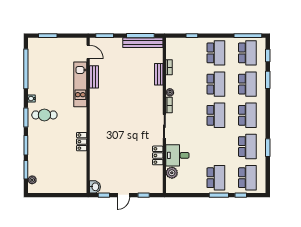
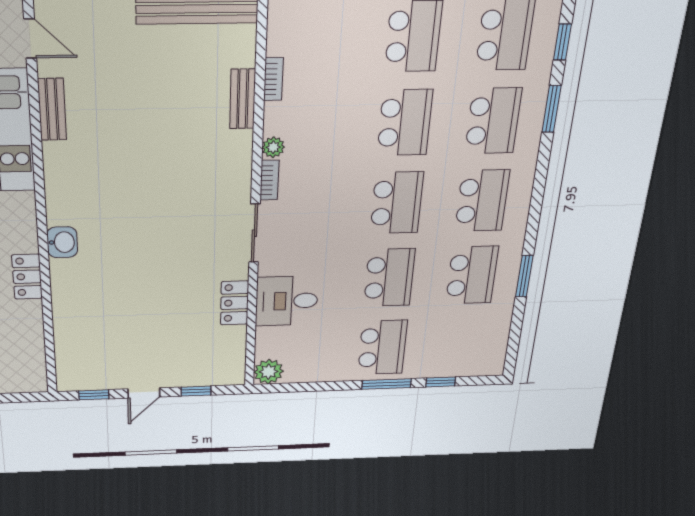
plant: (172, 173) -> (269, 372), moved
school desk: (247, 178) -> (389, 278), moved
washbasin: (95, 187) -> (62, 242), moved

